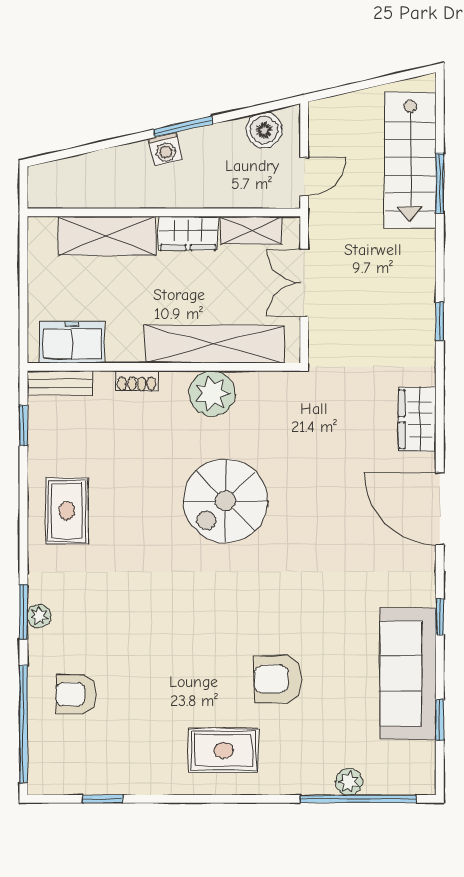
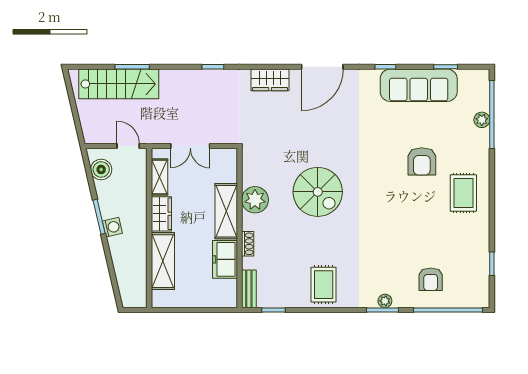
freezer: (72, 342) -> (225, 259), moved
shelving: (215, 344) -> (226, 211), width x0.68
rug: (67, 511) -> (324, 285), turned 90

